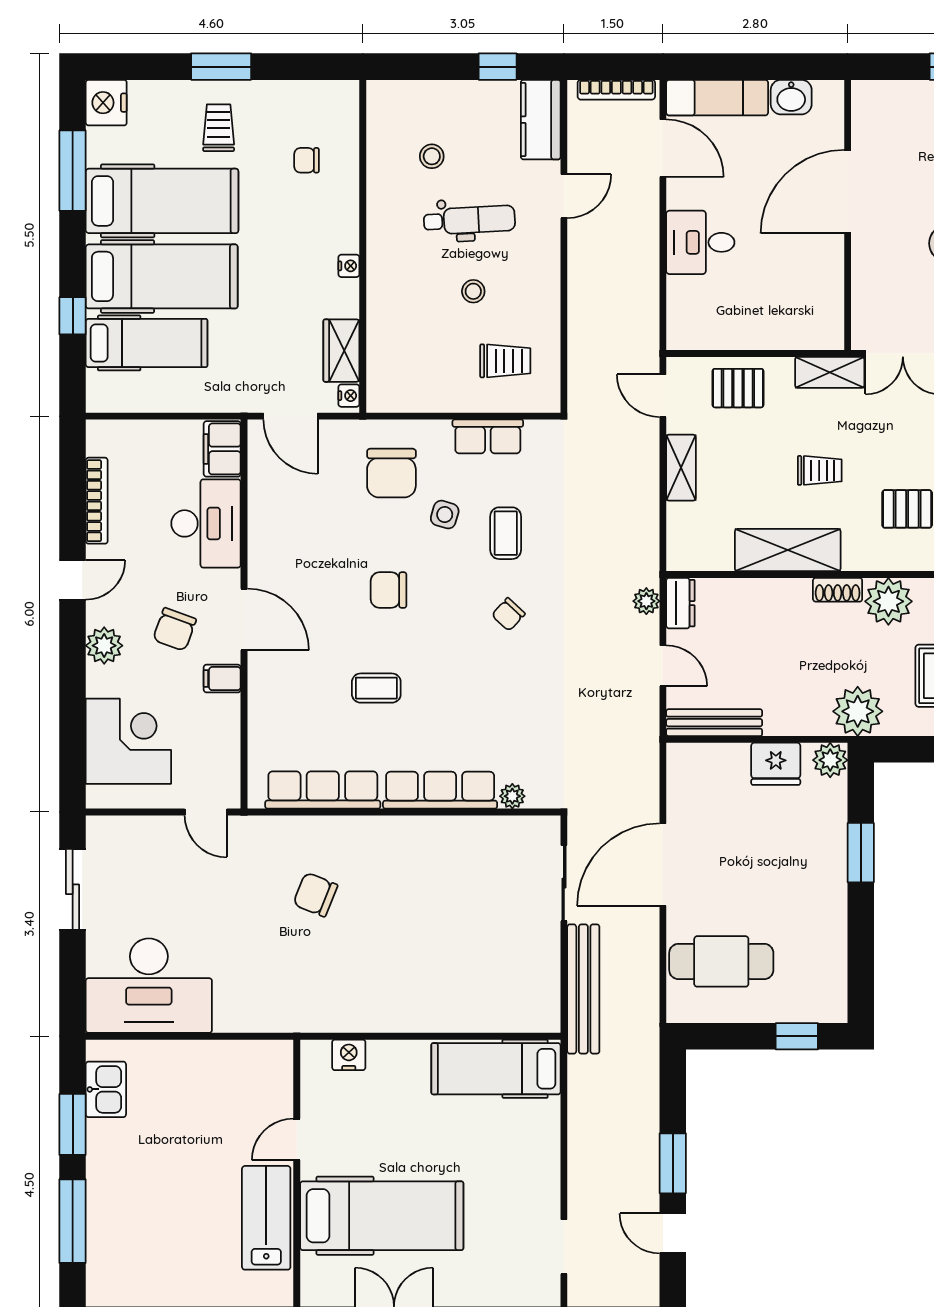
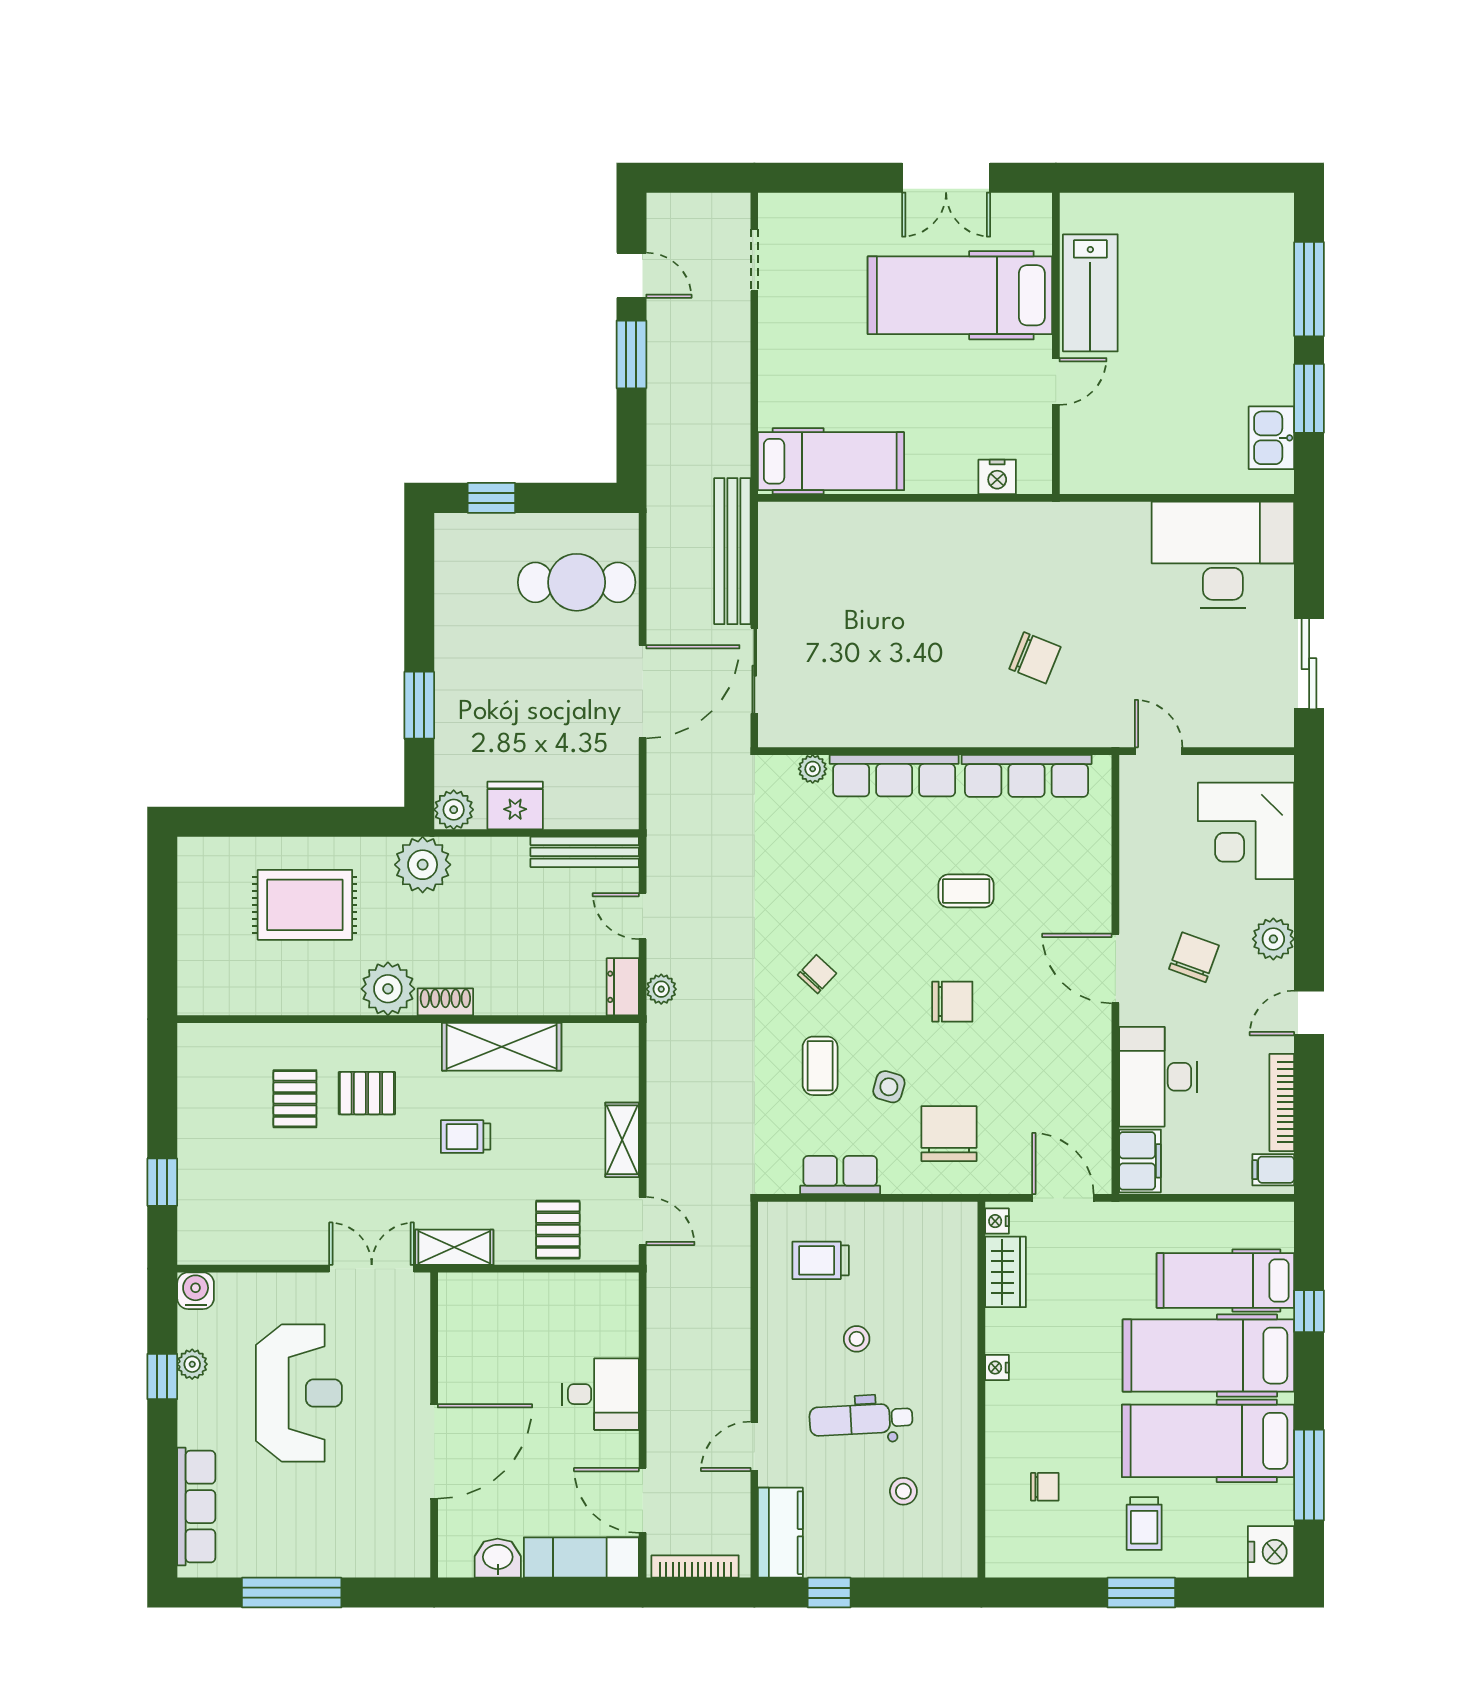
pallet: (738, 388) -> (558, 1230), turned 90
filing cabinet: (222, 679) -> (1273, 1170), moved, turned 180

